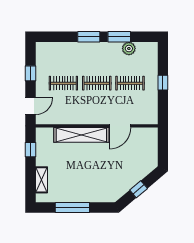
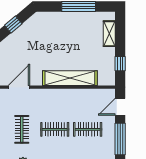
window: (31, 73) -> (120, 139), width x2.17
clothes rail: (130, 83) -> (22, 129), turned 90
door: (120, 126) -> (19, 87), moved

